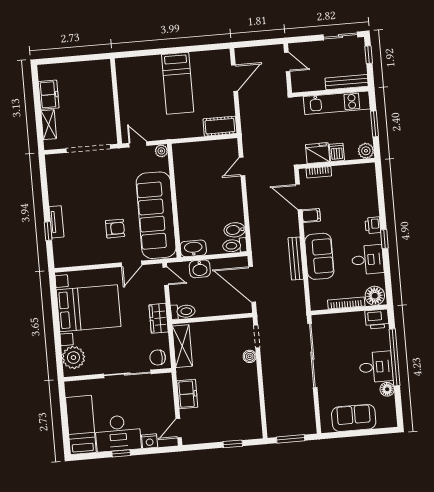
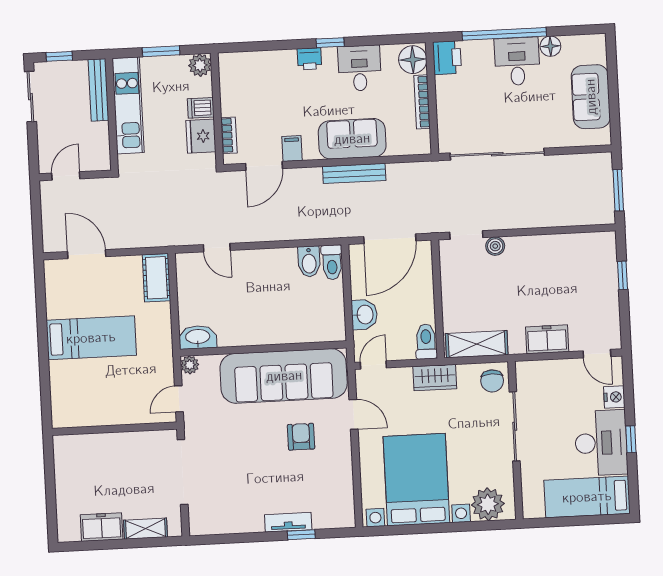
washbasin: (193, 248) -> (198, 337), moved, turned 90

